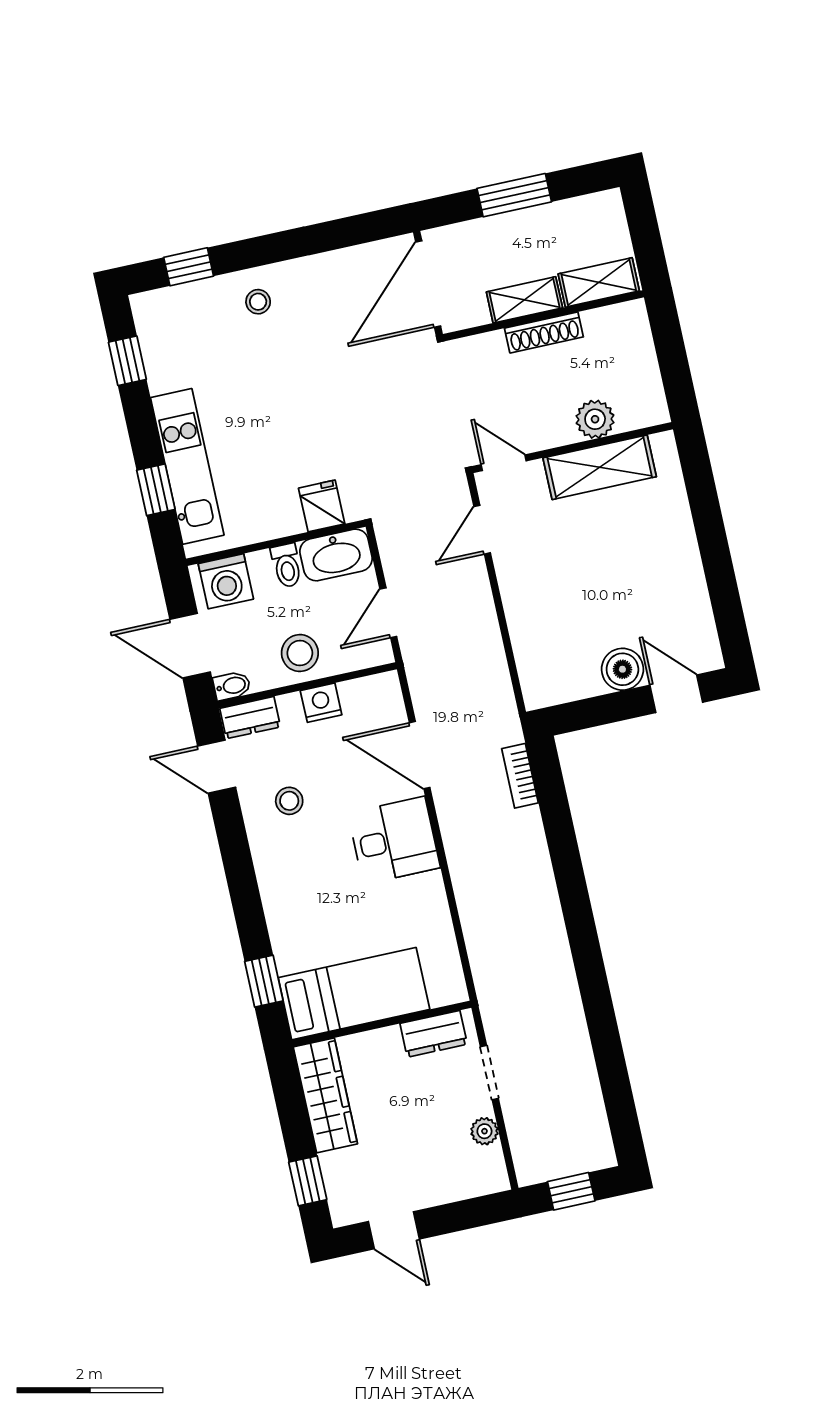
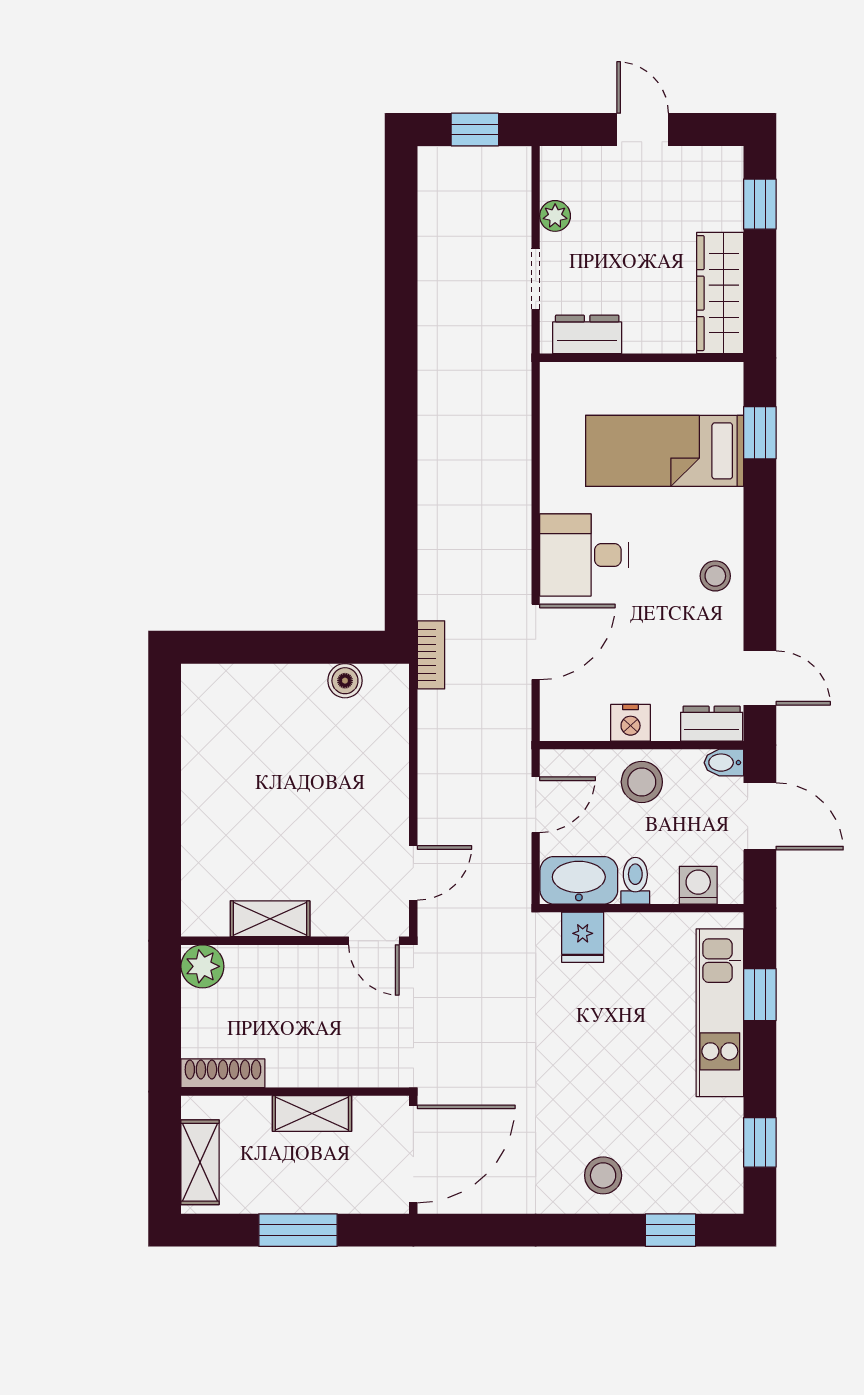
shelving: (599, 282) -> (200, 1162), moved, turned 90
stool: (258, 302) -> (603, 1175), width x1.37, depth x1.37
shoe rack: (544, 332) -> (223, 1073), moved
plant: (595, 419) -> (202, 966), moved
shelving: (600, 467) -> (270, 919), width x0.67, depth x0.75
washing machine: (226, 581) -> (698, 885), width x0.73, depth x0.73
boiler: (622, 669) -> (345, 681), moved, width x0.73, depth x0.73
door: (676, 694) -> (241, 647), removed
door: (420, 755) -> (536, 642), hinge flipped
bookcase: (520, 776) -> (431, 655), moved
stool: (289, 801) -> (715, 576), moved
bed: (354, 994) -> (665, 451), moved
door: (394, 1230) -> (643, 130), moved

